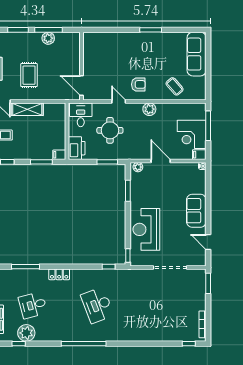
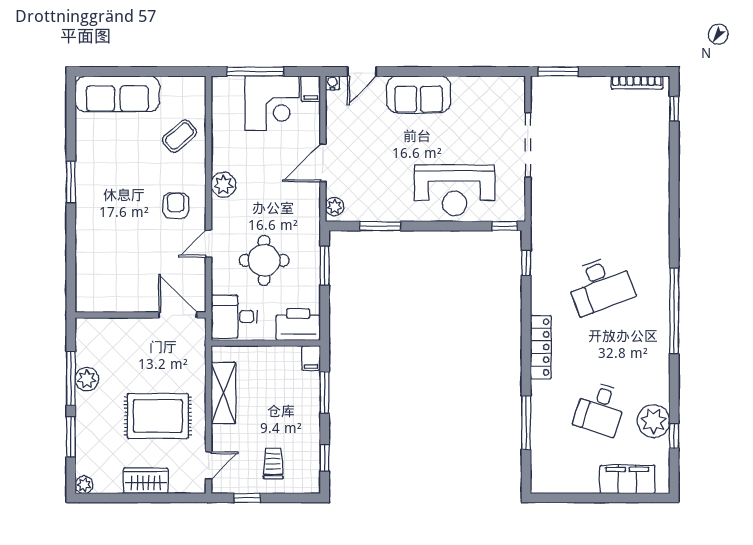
rug: (29, 75) -> (158, 416), width x1.36, depth x1.43
door: (82, 85) -> (178, 315), swing flipped
shelving: (27, 109) -> (223, 393), moved
door: (208, 242) -> (362, 72), moved
locker: (59, 274) -> (541, 347), width x1.53
desk: (33, 305) -> (600, 409), turned 33

